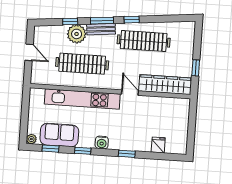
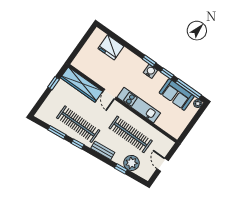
window: (102, 21) -> (57, 132), moved
plant: (77, 34) -> (131, 163), moved
kitchen unit: (82, 99) -> (139, 105), width x0.73
fridge: (158, 145) -> (111, 47), width x1.88, depth x1.34
window: (51, 149) -> (189, 89), width x2.17
window: (127, 154) -> (149, 61), moved

